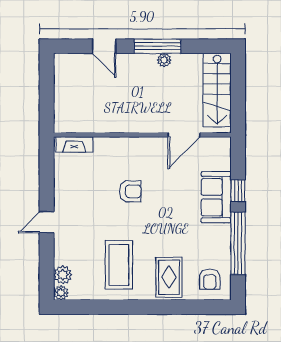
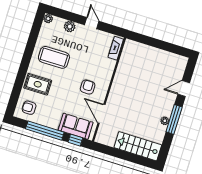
wall: (142, 135) -> (109, 90), moved
door: (184, 135) -> (101, 114), moved
fireplace: (74, 145) -> (116, 48), moved
armchair: (130, 191) -> (88, 87), moved, turned 180
plant: (63, 275) -> (70, 27), moved

